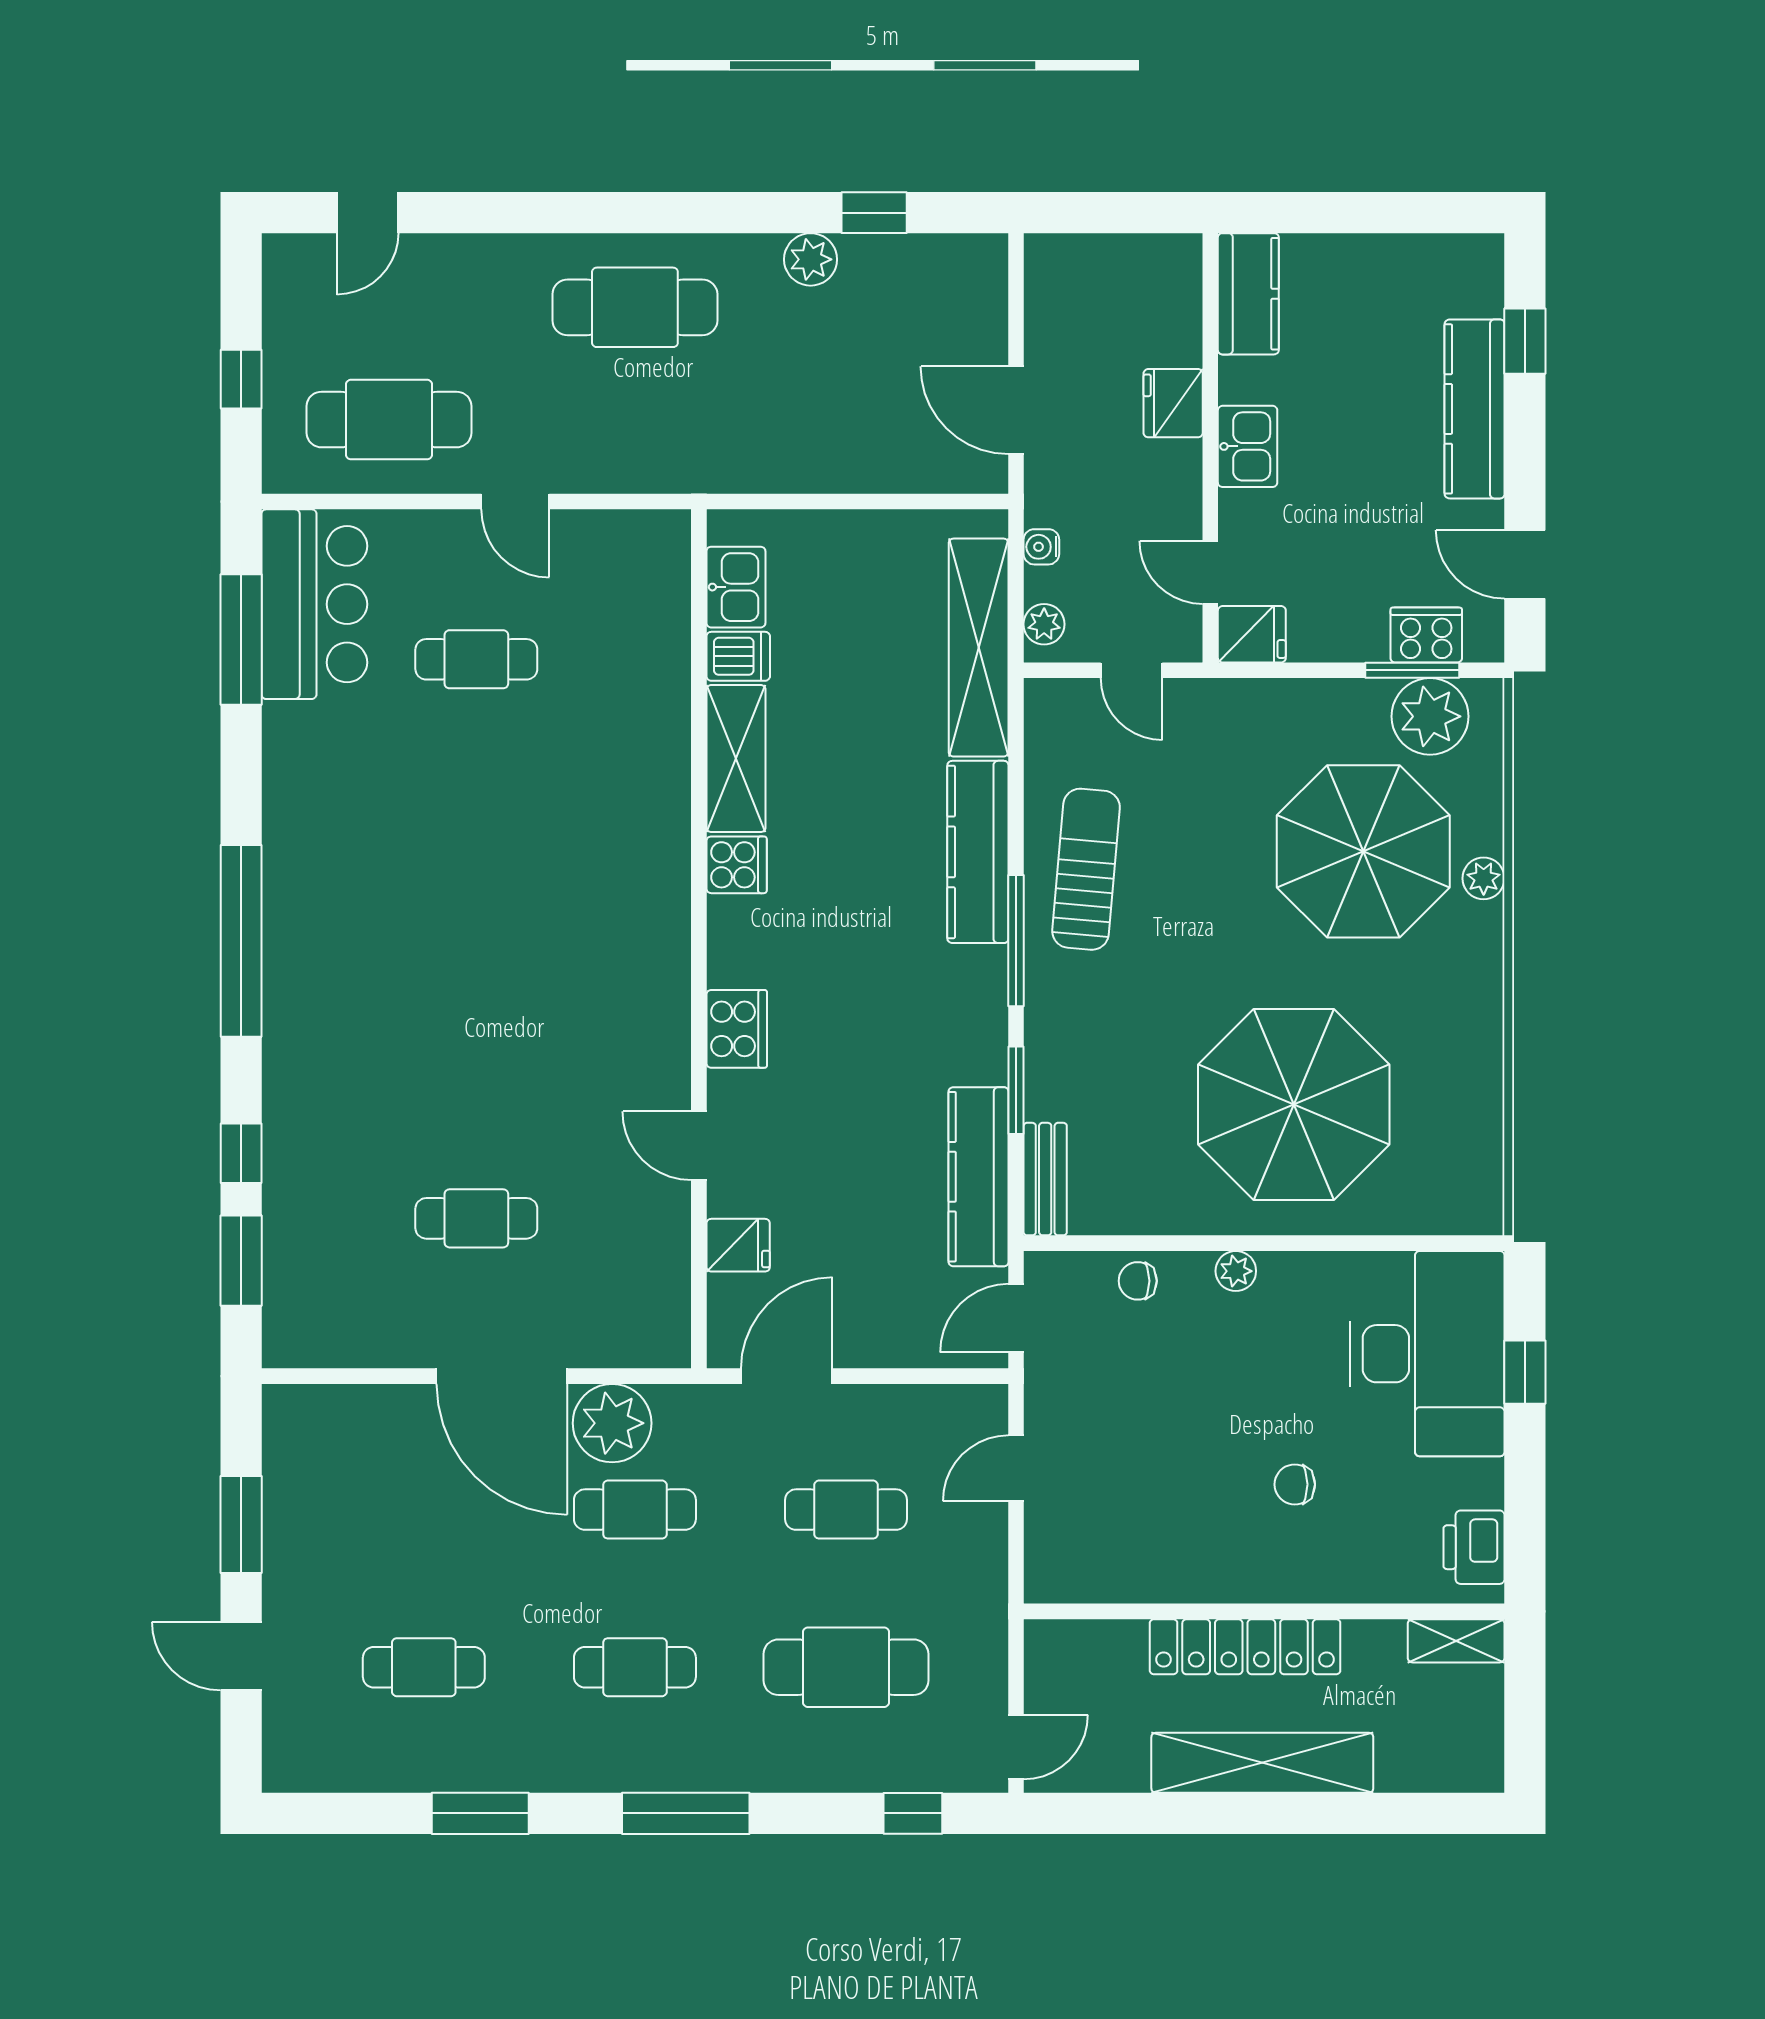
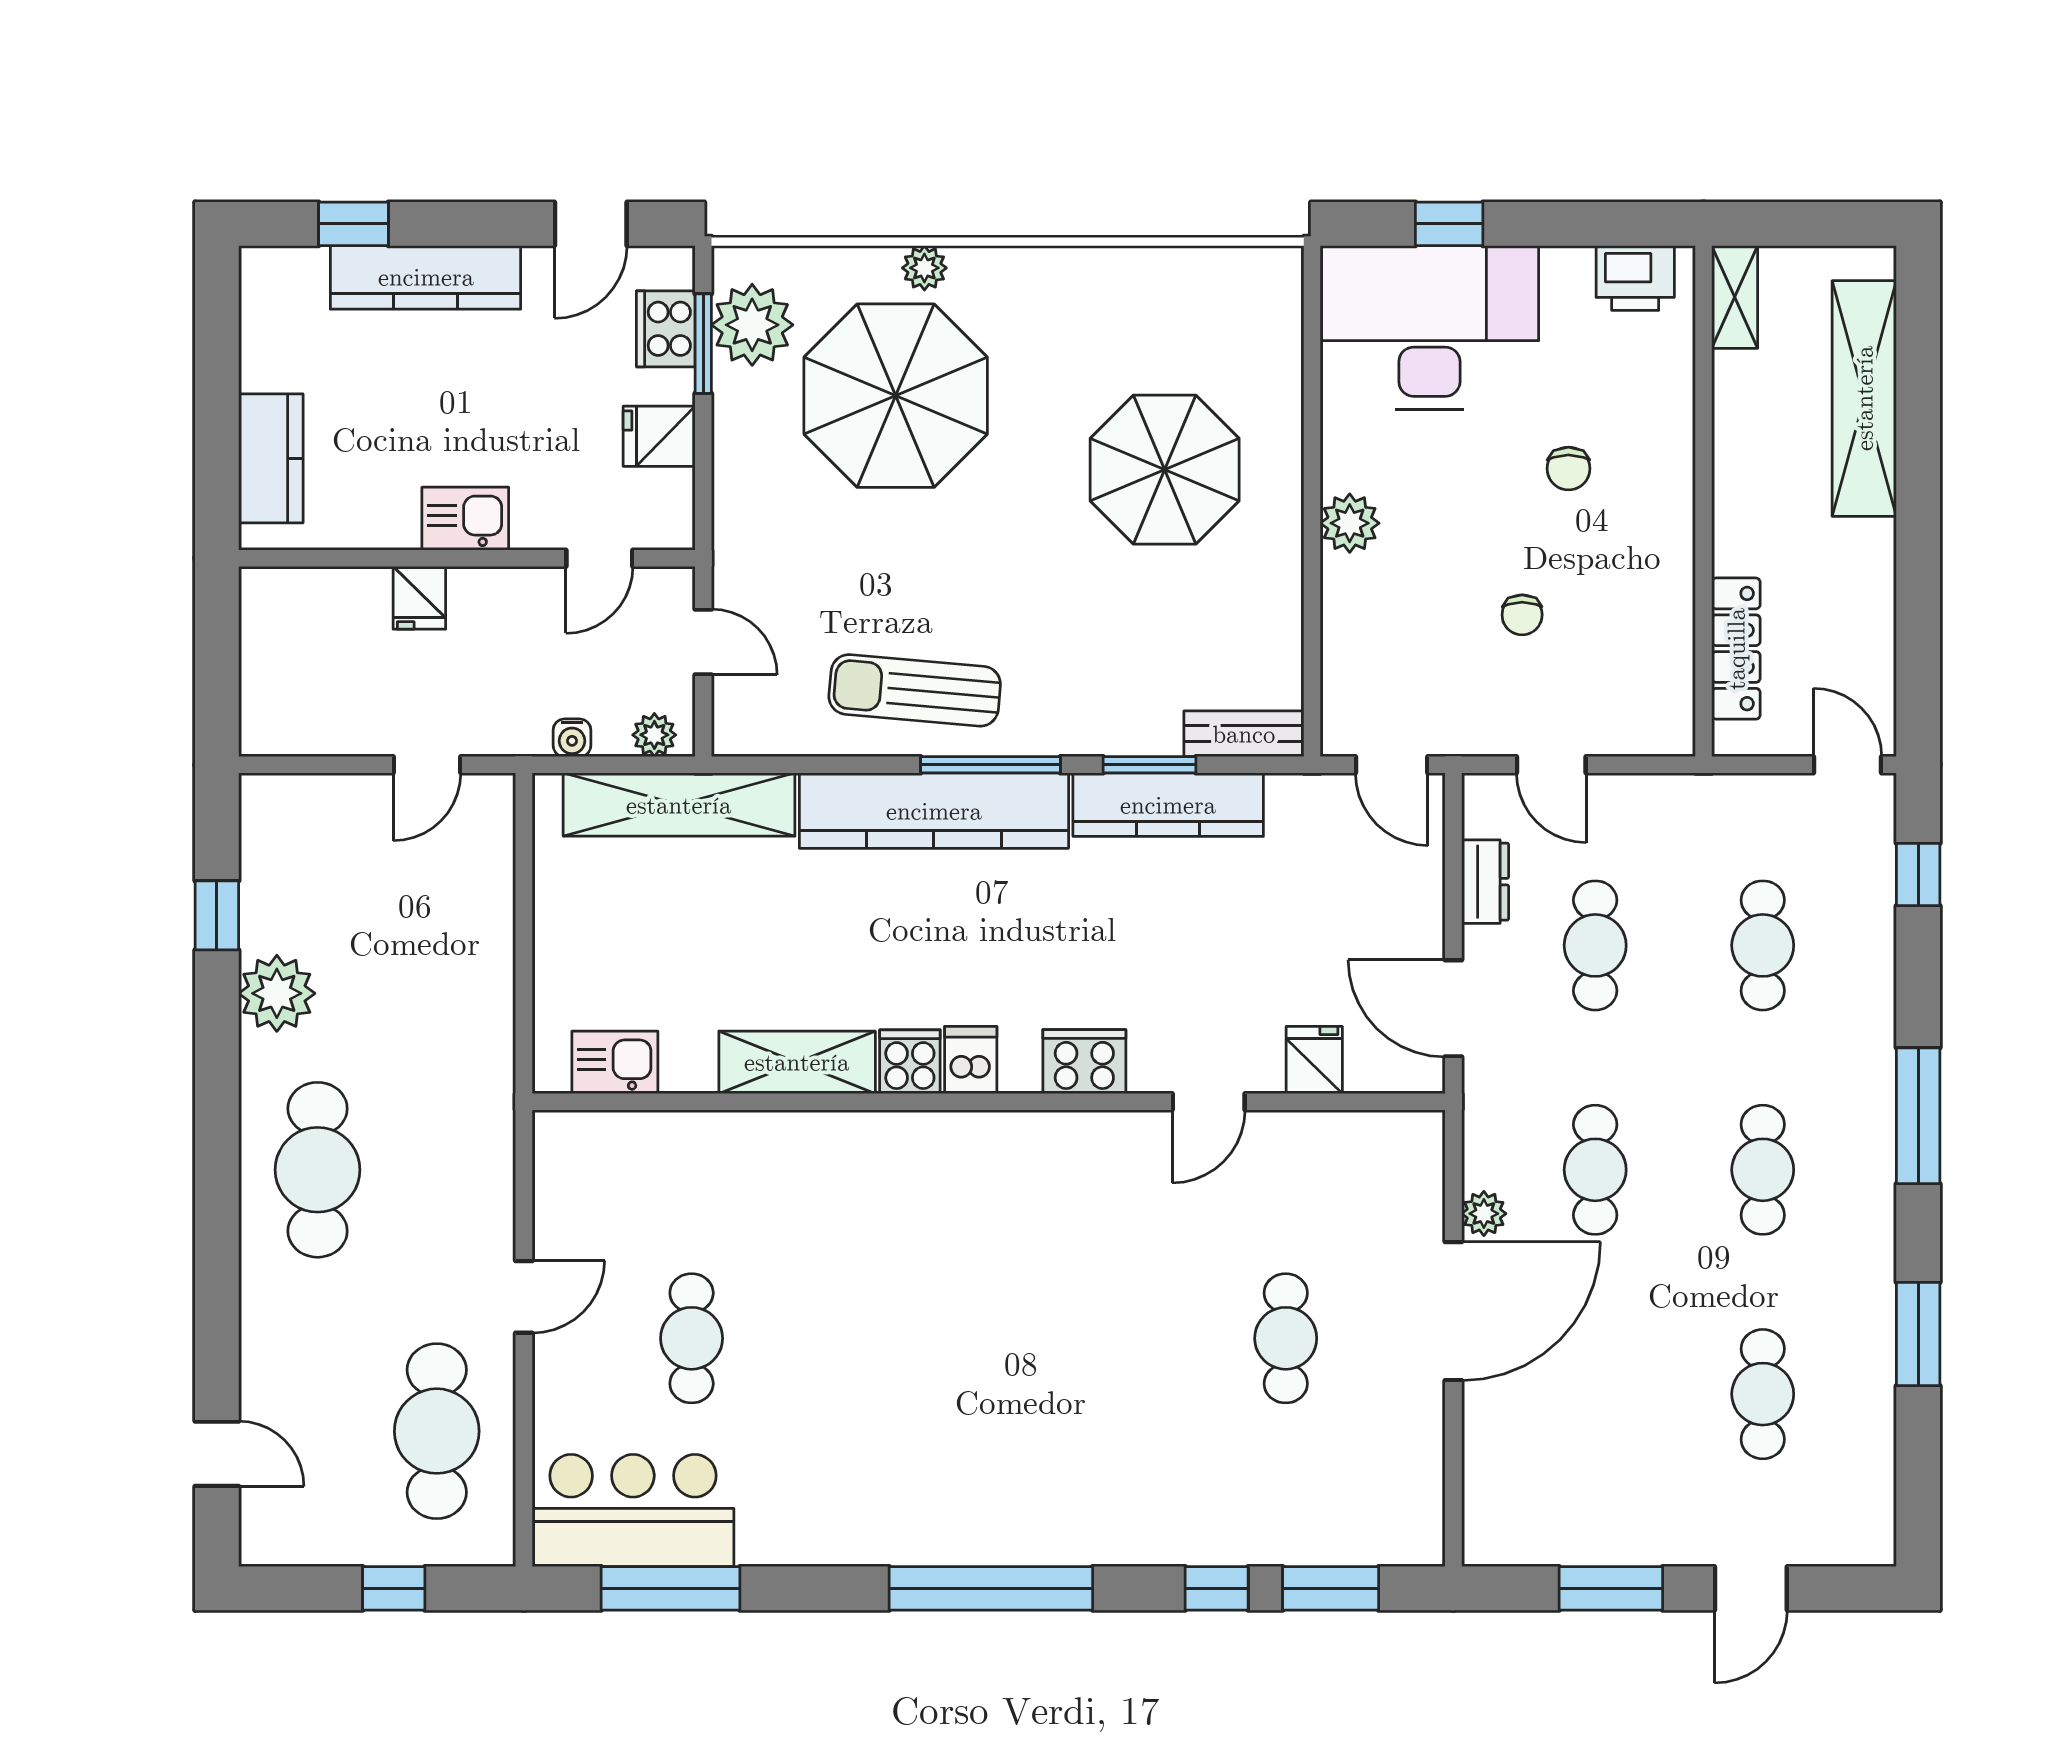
plant: (811, 259) -> (277, 993), width x1.36, depth x1.36
kitchen counter: (1248, 294) -> (271, 458), moved, turned 90
fridge: (1173, 403) -> (419, 598), width x0.72
door: (1016, 410) -> (427, 765), width x0.73
fridge: (1252, 634) -> (659, 436), moved, turned -90
dishwasher: (738, 656) -> (971, 1060), moved
door: (1132, 670) -> (703, 642), hinge flipped
kitchen counter: (978, 852) -> (934, 811), width x1.39, depth x1.17
parasol: (1294, 1104) -> (1165, 470), width x0.73, depth x0.73
kitchen counter: (978, 1177) -> (1168, 805), moved
plant: (1236, 1271) -> (1350, 523), width x1.38, depth x1.38
chair: (1138, 1281) -> (1522, 615), moved
dresser: (906, 1406) -> (1485, 882), added
plant: (612, 1423) -> (1484, 1214), width x0.53, depth x0.53
locker: (1245, 1647) -> (1736, 649), moved, width x0.71, depth x0.83
cafe table: (846, 1667) -> (1763, 945), width x0.73, depth x0.74
shelving: (1262, 1763) -> (1864, 398), moved

